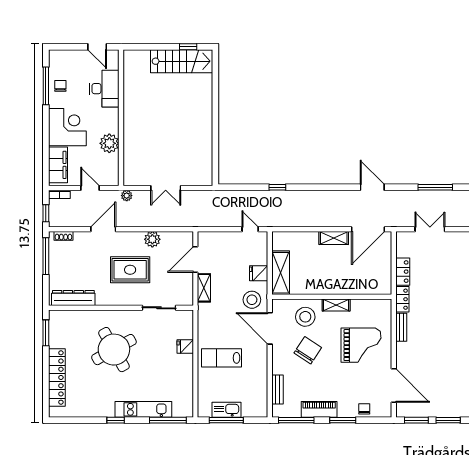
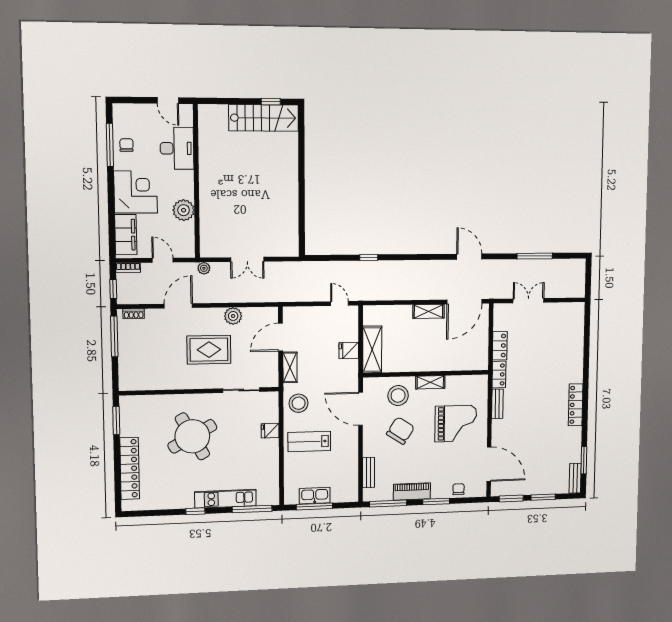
dresser: (73, 298) -> (146, 382), removed
stool: (252, 300) -> (299, 403), moved

